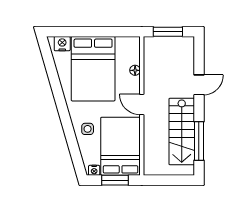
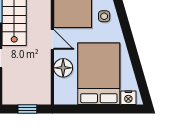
window: (168, 32) -> (27, 109), width x0.67
floor lamp: (135, 70) -> (63, 68), width x1.89, depth x1.89

